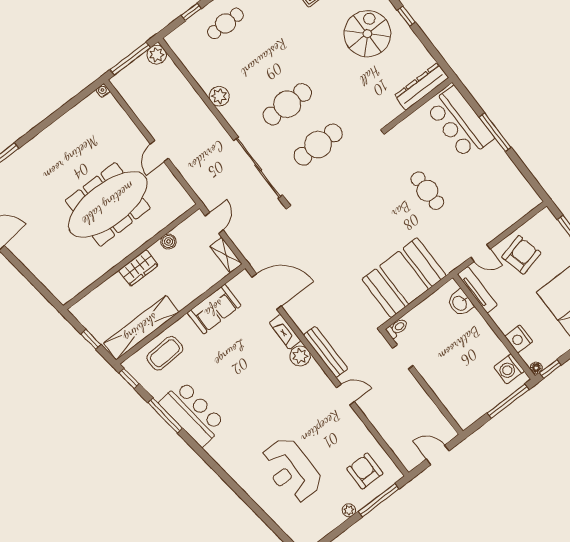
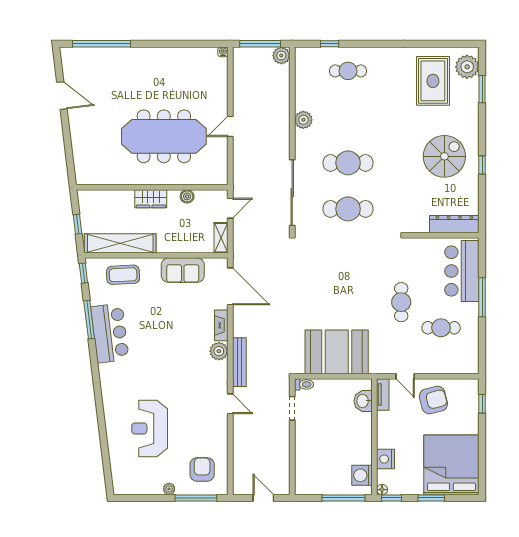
cafe table: (479, 186) -> (441, 328), added
tv unit: (477, 290) -> (383, 394), width x0.71

